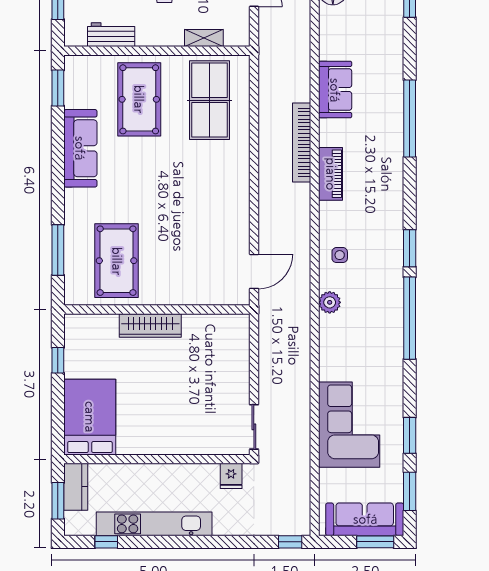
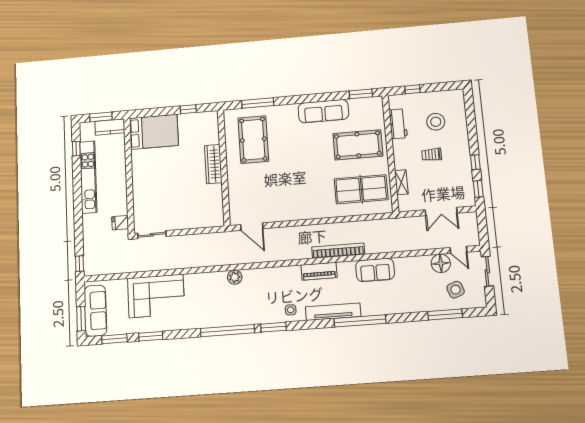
tv unit: (393, 157) -> (333, 312), added
side table: (340, 255) -> (291, 310), moved
pool table: (117, 261) -> (253, 140), turned 90

